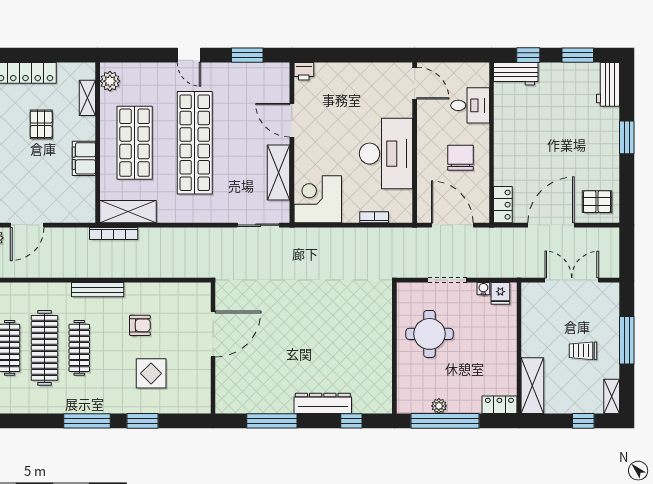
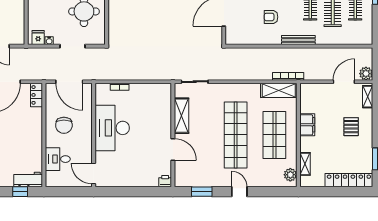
pallet: (41, 124) -> (351, 127), moved
corner desk: (318, 199) -> (156, 98), removed

